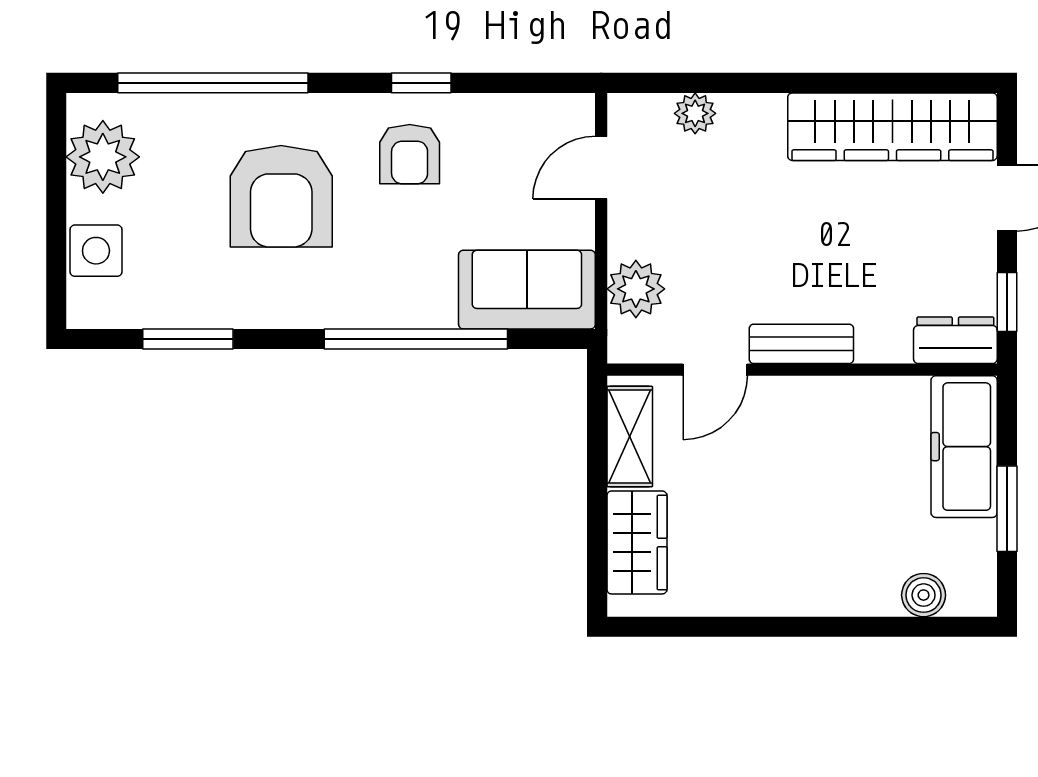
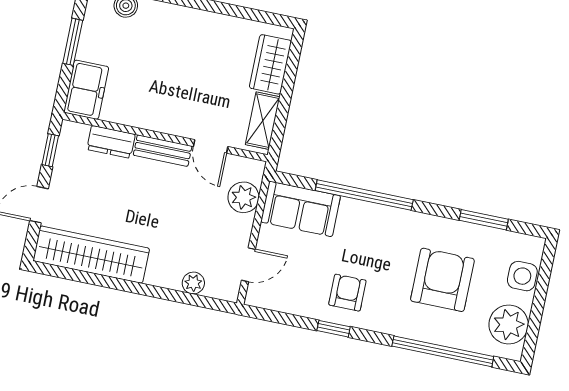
armchair: (281, 196) -> (442, 280), moved
dresser: (955, 340) -> (111, 142), moved
door: (715, 370) -> (211, 146), swing flipped
freezer: (964, 447) -> (86, 90), width x0.71

